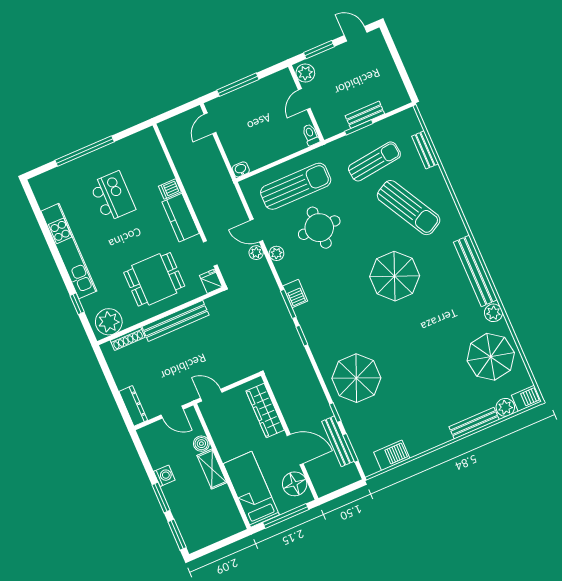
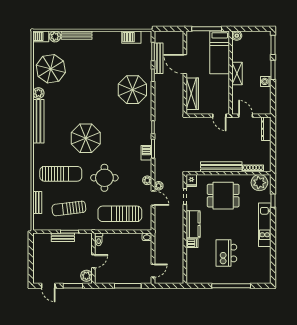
sun lounger: (409, 208) -> (61, 174), turned 119
round table: (319, 228) -> (104, 178), moved
kitchen unit: (69, 251) -> (265, 225), width x0.73
boiler: (201, 444) -> (237, 36), moved
floor lamp: (295, 484) -> (194, 45), removed

